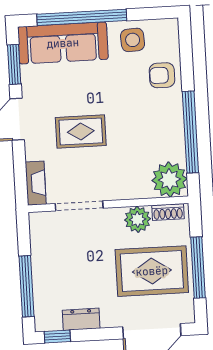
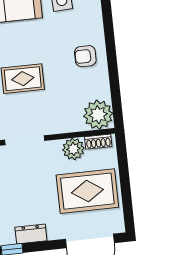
armchair: (162, 75) -> (85, 56), moved
window: (190, 132) -> (113, 74), removed
window: (198, 267) -> (125, 186), removed

